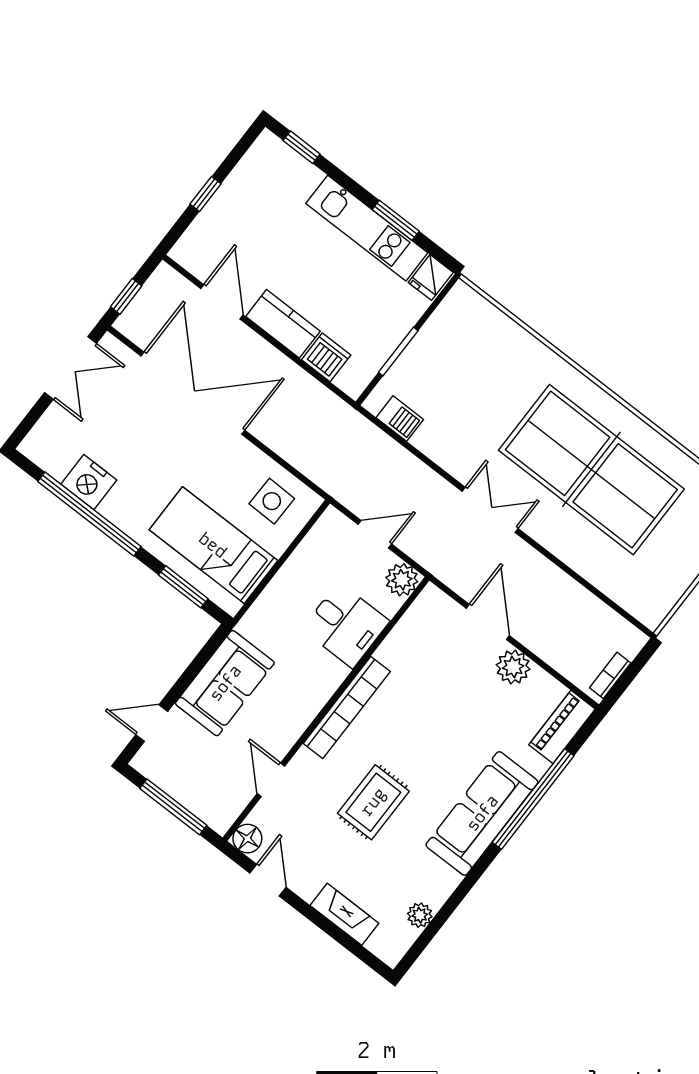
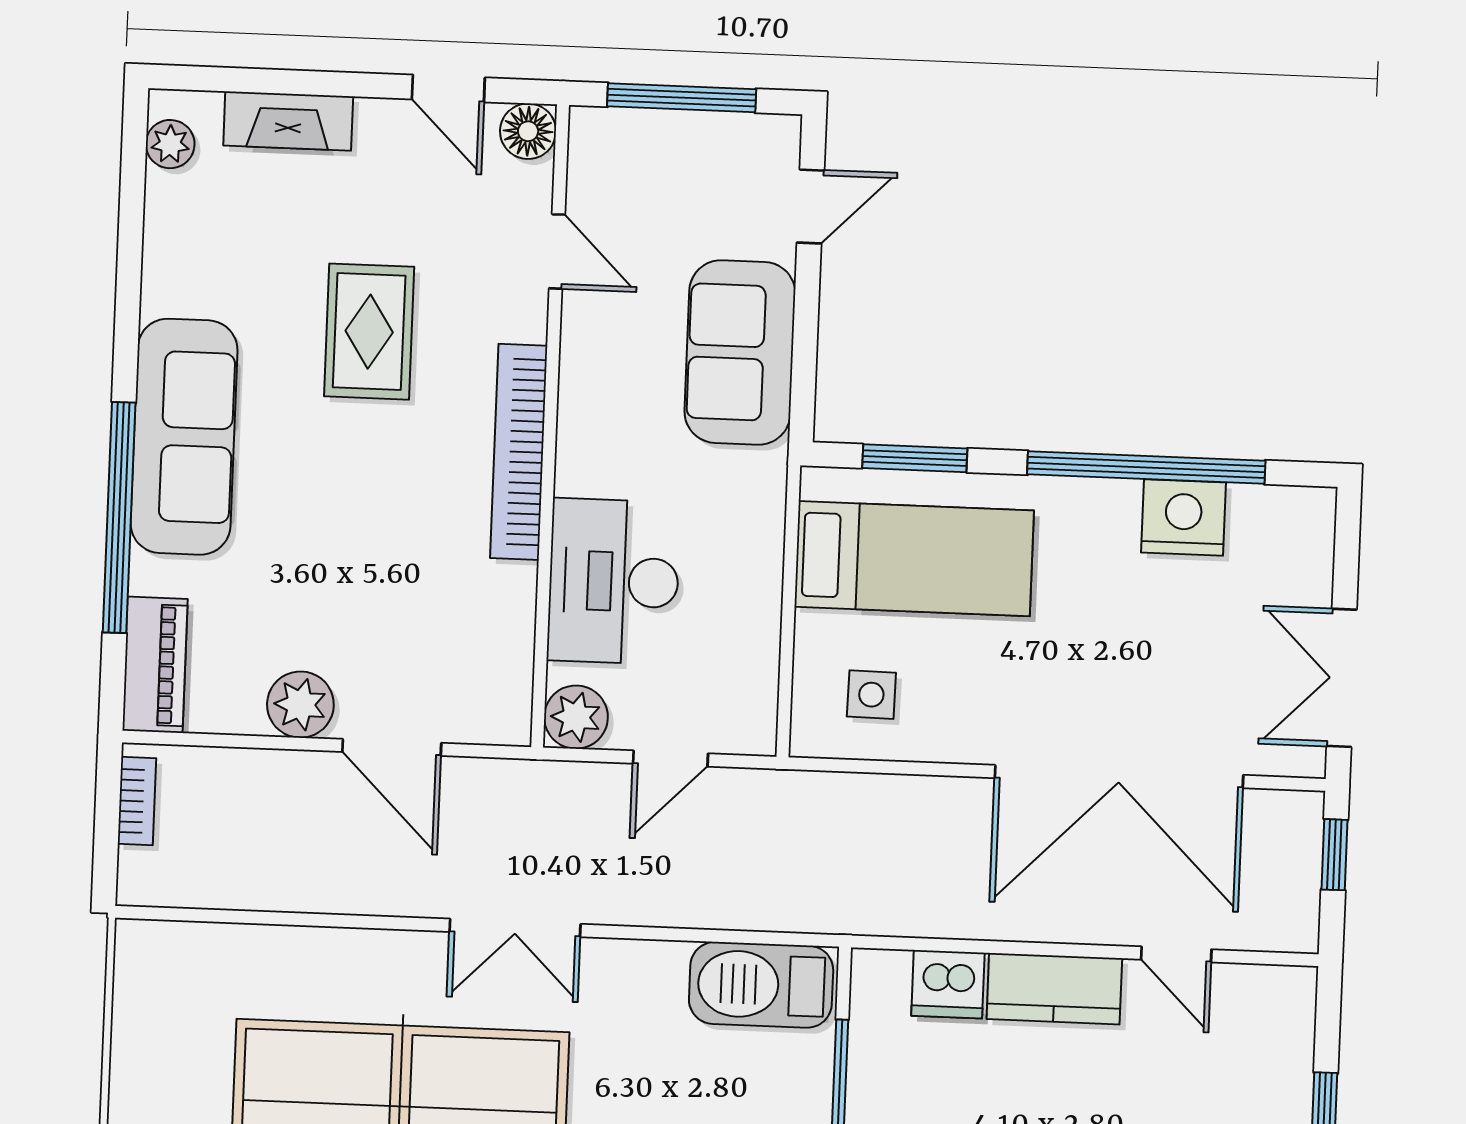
door: (222, 302) -> (1176, 954), width x0.73
barbecue: (400, 419) -> (761, 985), width x1.88, depth x1.53
side table: (272, 501) -> (871, 695), width x0.73, depth x0.73
desk: (346, 625) -> (614, 581), width x1.37
plant: (420, 915) -> (170, 144), moved

